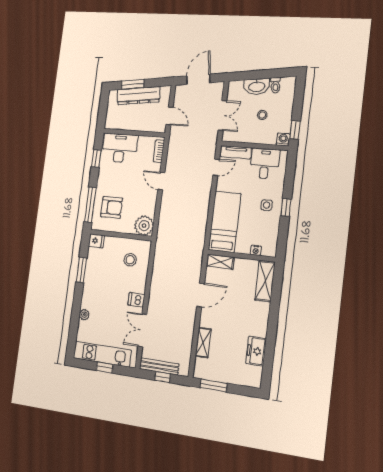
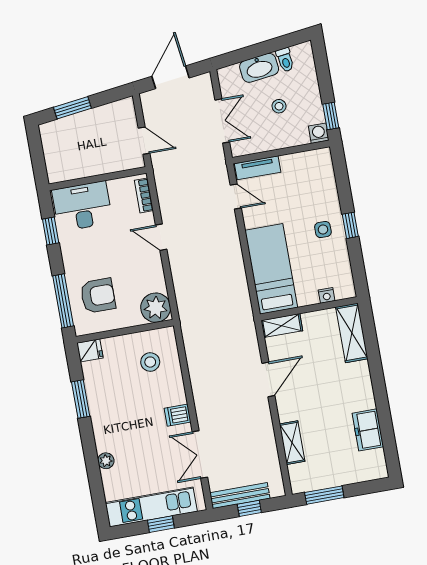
dresser: (138, 96) -> (87, 122), removed
desk: (265, 164) -> (303, 173), removed
door: (216, 167) -> (236, 197), hinge flipped

